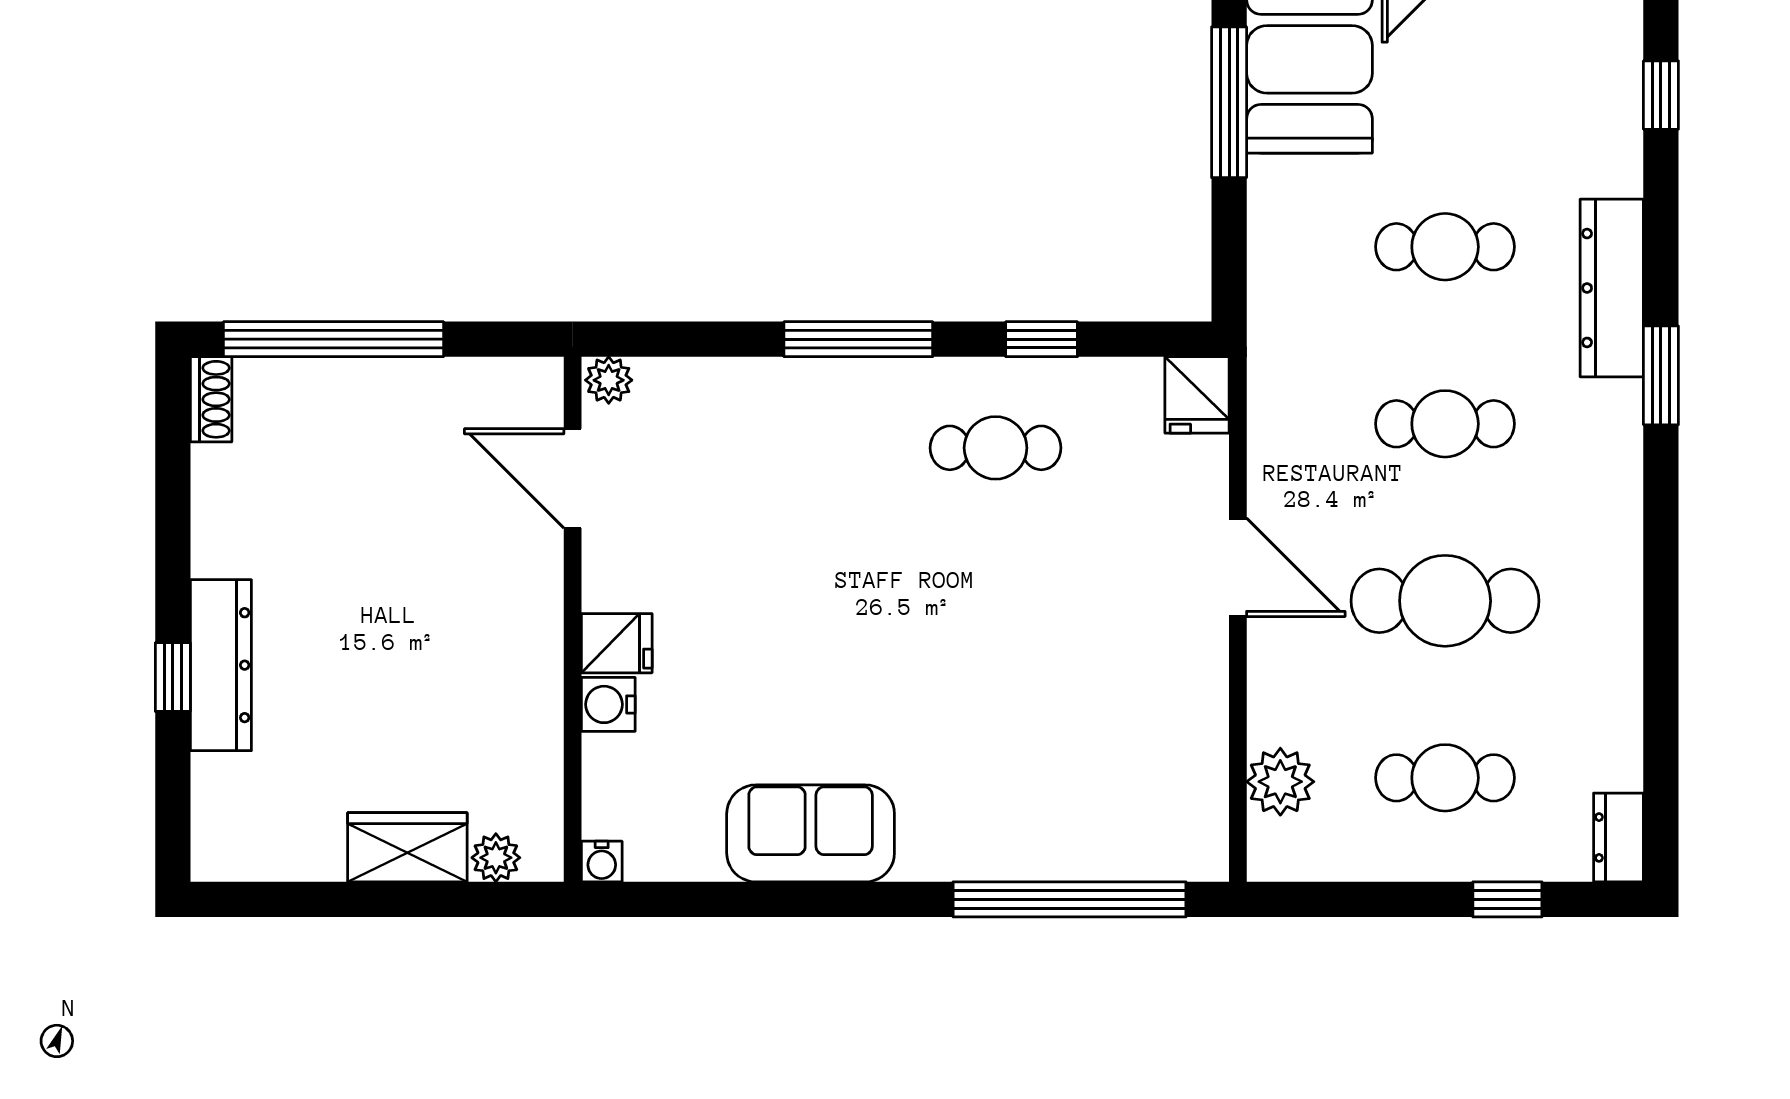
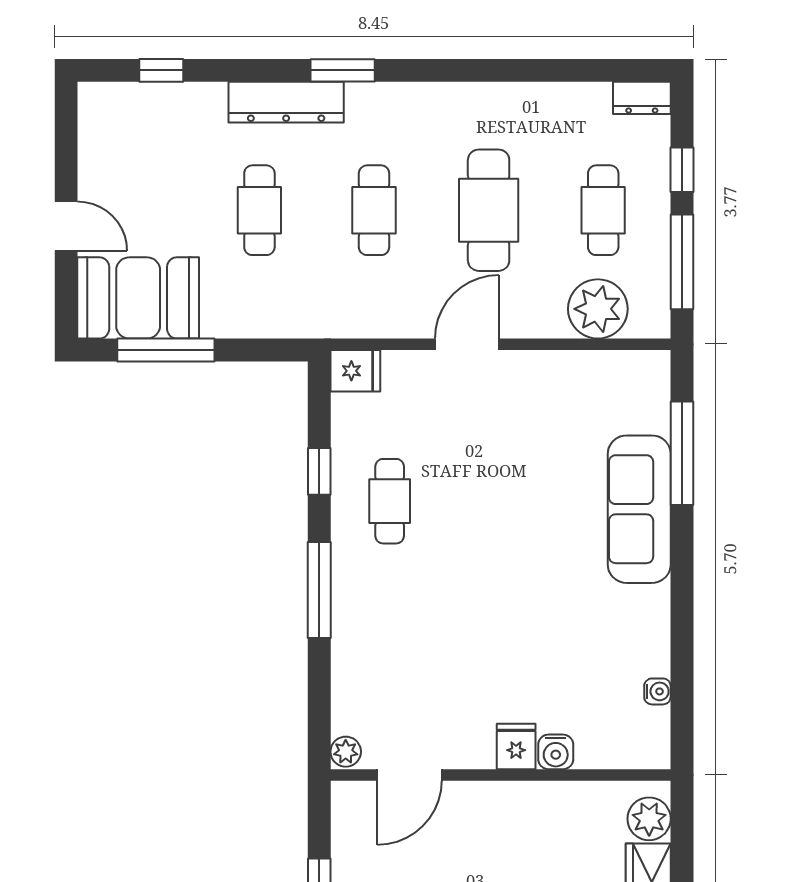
plant: (1280, 782) -> (598, 309), width x1.36, depth x1.36
sofa: (811, 833) -> (639, 509), moved, width x1.36
plant: (496, 858) -> (649, 819), width x1.38, depth x1.38
water cooler: (602, 862) -> (657, 691), moved
window: (1070, 899) -> (682, 453), width x0.68
window: (1365, 899) -> (682, 262), added

